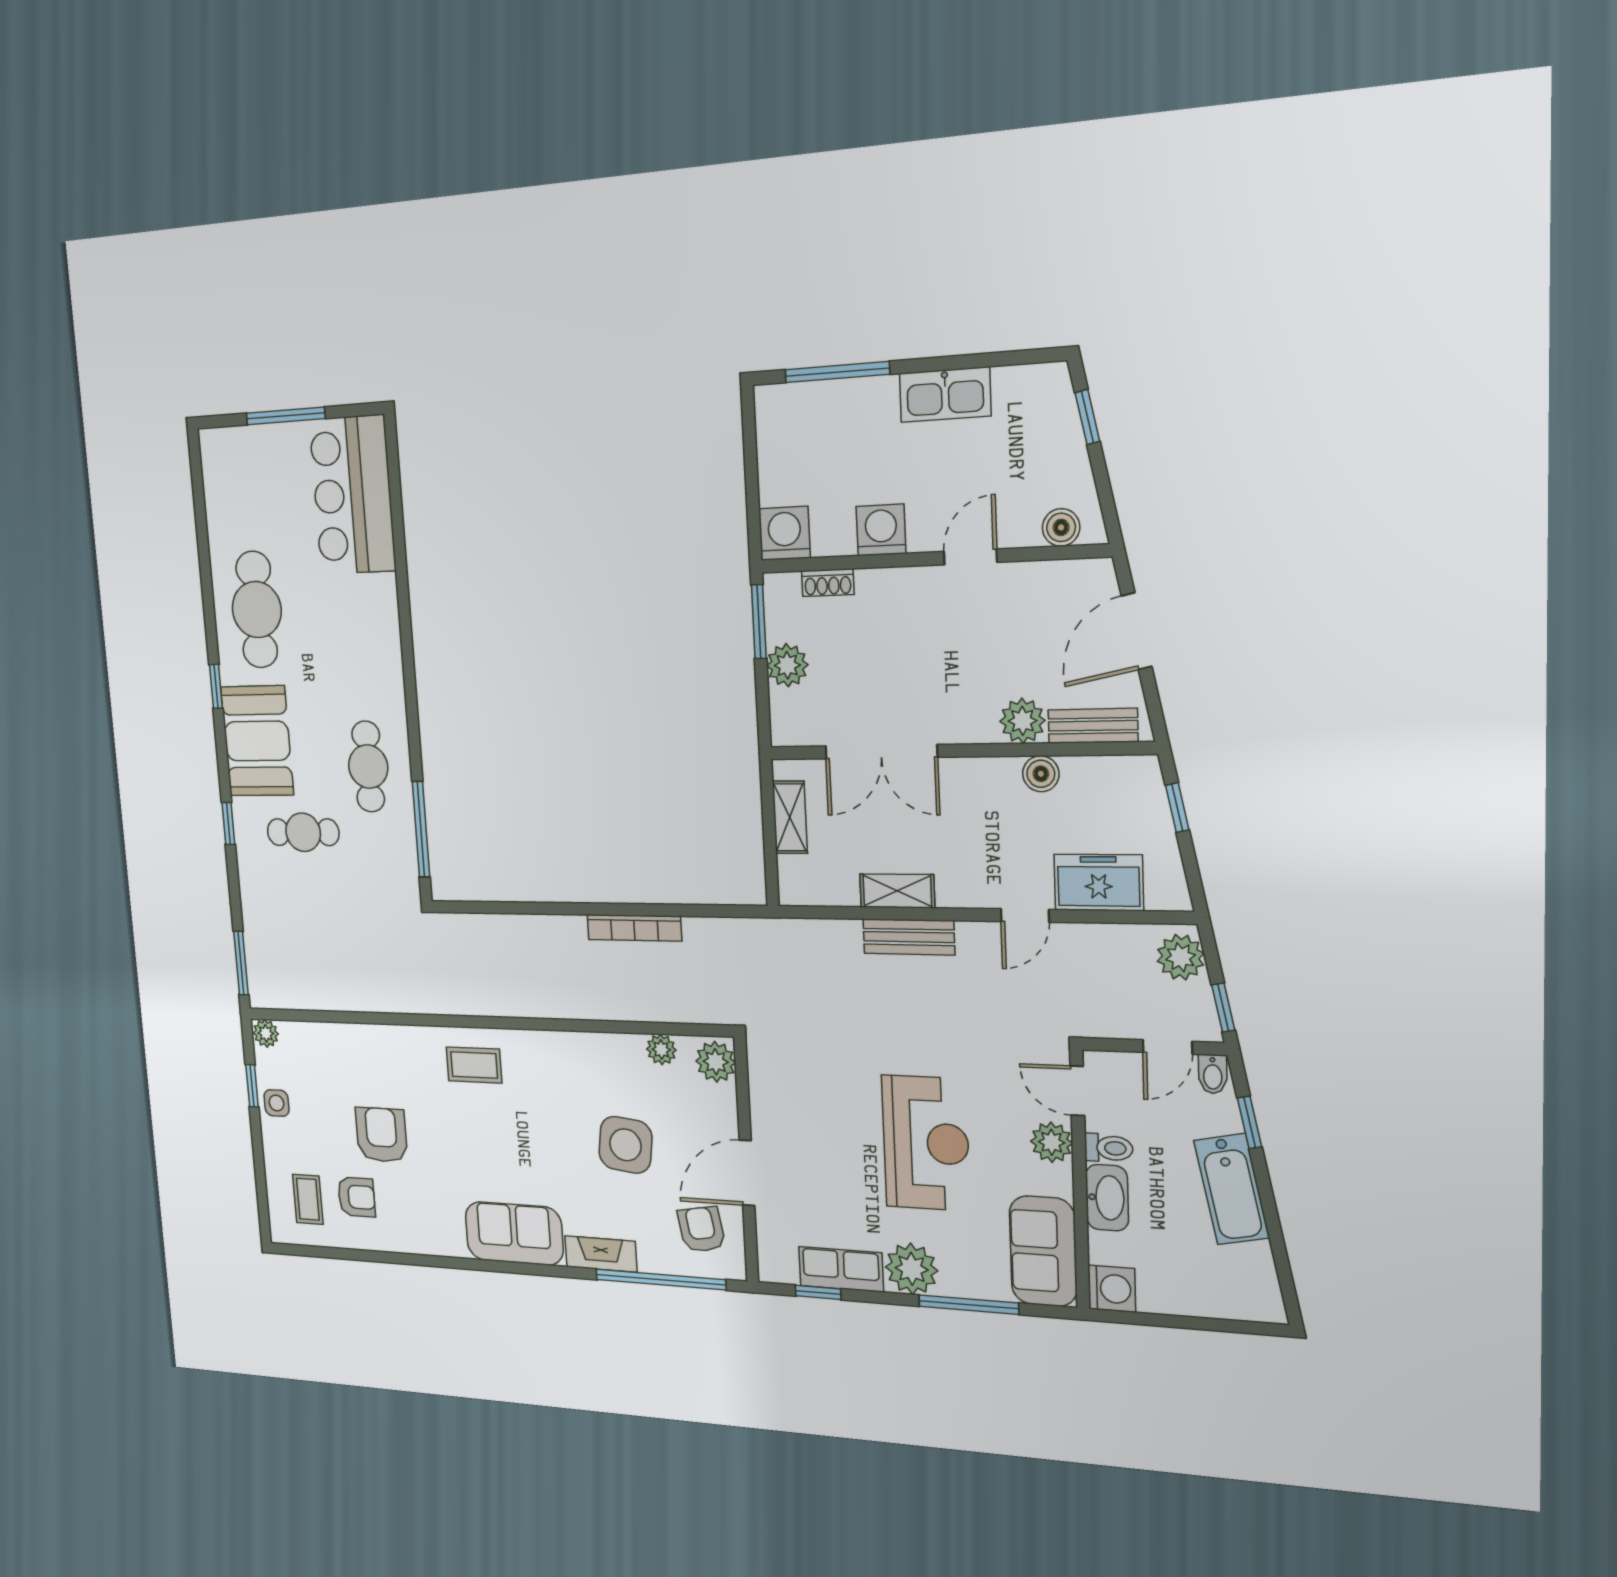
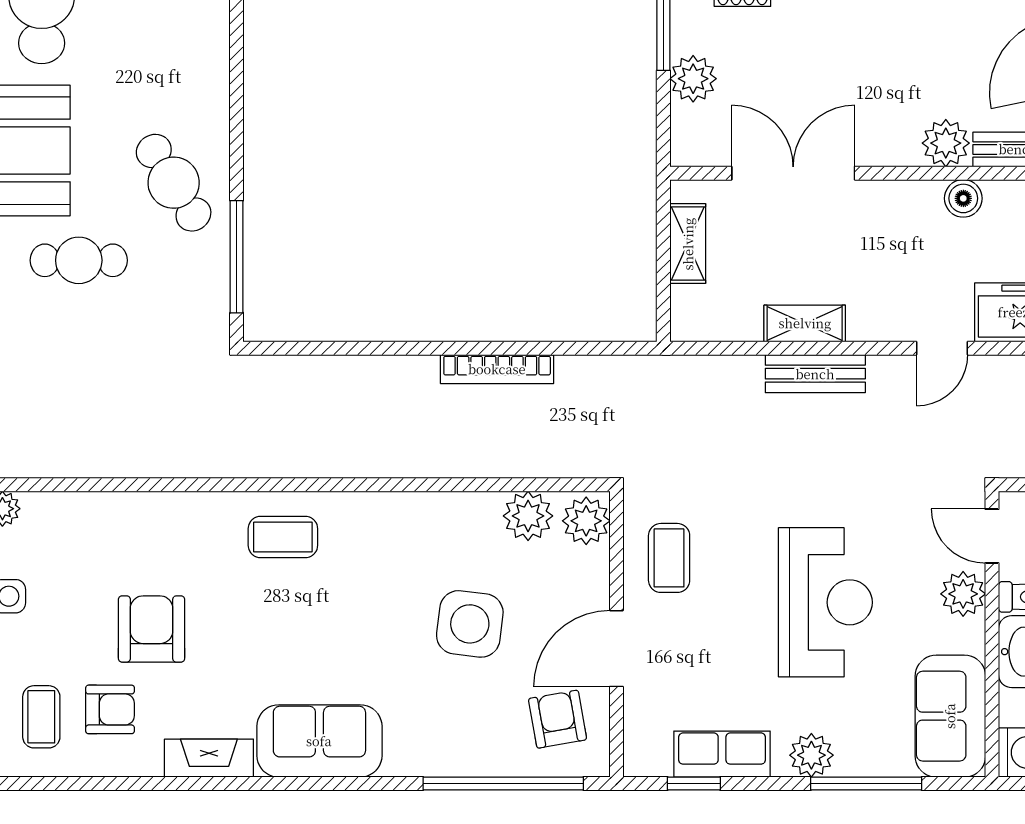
double door: (881, 752) -> (793, 173), swing flipped
cafe table: (368, 767) -> (174, 183), turned -32
plant: (661, 1050) -> (528, 516), width x1.38, depth x1.38
coffee table: (787, 1097) -> (669, 558), added
fireplace: (601, 1254) -> (209, 758), moved
plant: (912, 1269) -> (811, 755), width x0.73, depth x0.73

